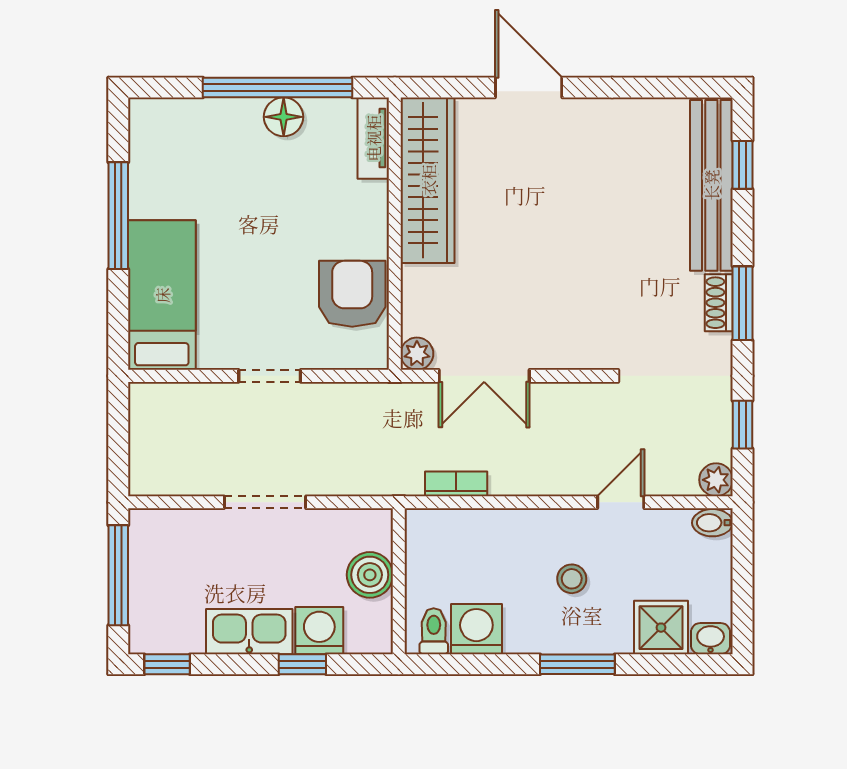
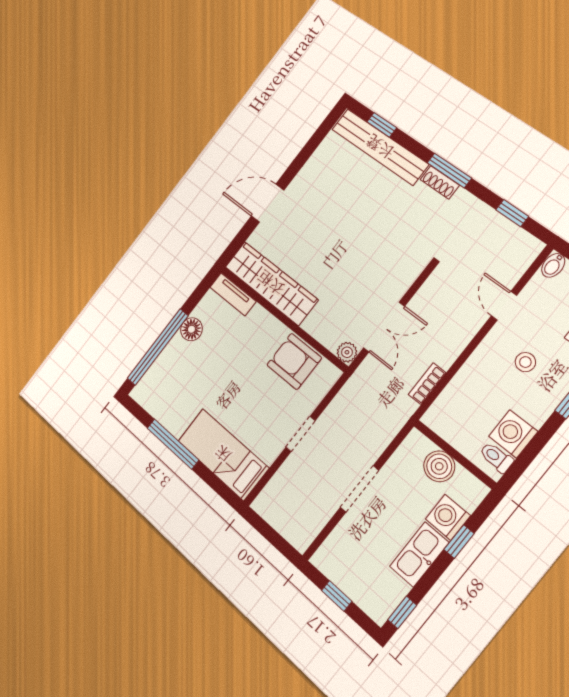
window: (277, 87) -> (158, 347), moved
plant: (716, 480) -> (531, 247), removed
window: (118, 575) -> (337, 596), width x0.46

